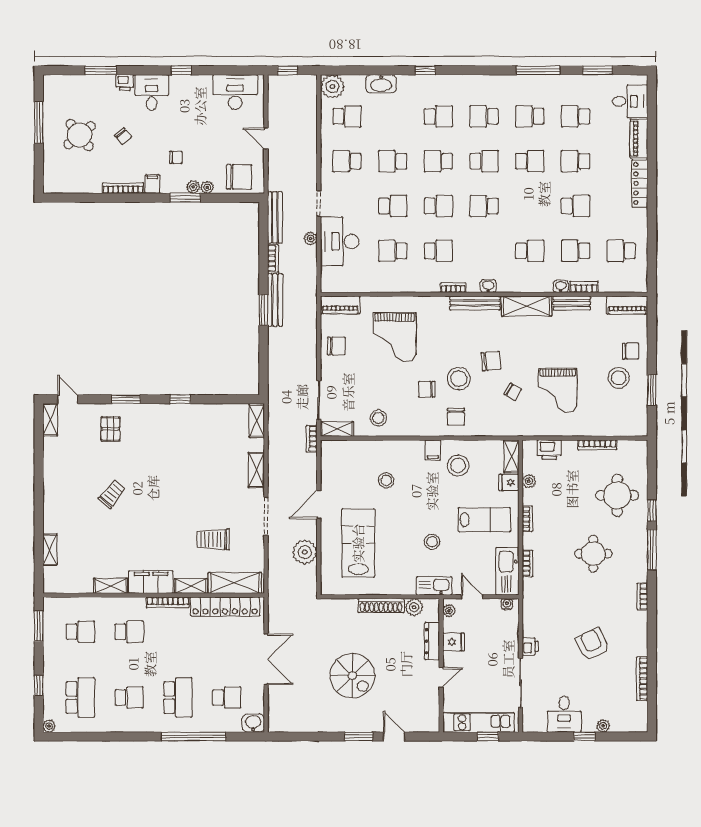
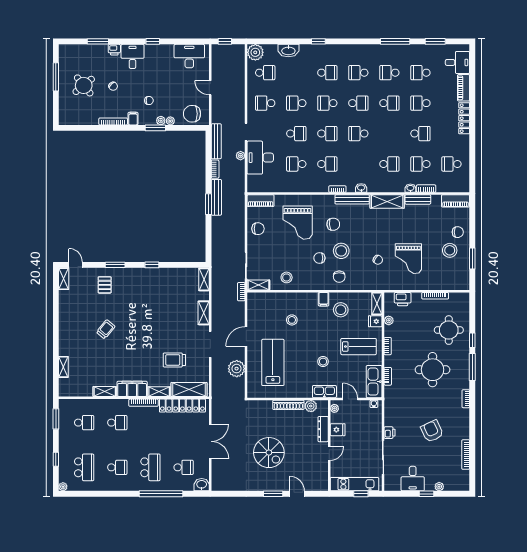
chair: (239, 177) -> (192, 114), turned 180
chair: (491, 361) -> (333, 224), moved
round table: (593, 554) -> (433, 370), width x1.36, depth x1.36

